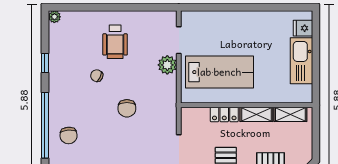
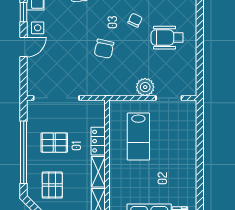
lab bench: (219, 72) -> (138, 137), width x0.73, depth x0.72
chair: (127, 108) -> (104, 49), turned -78

